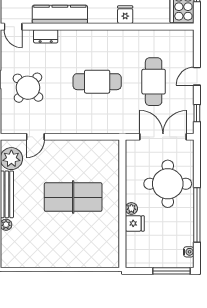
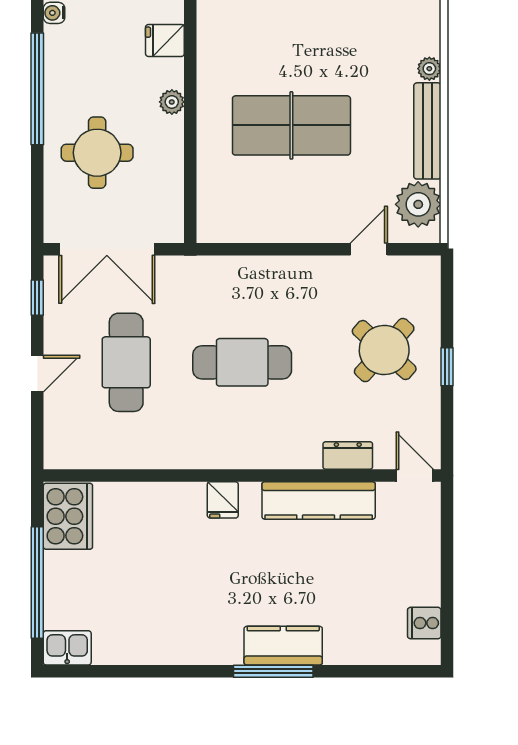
fridge: (125, 15) -> (223, 500), moved
round table: (168, 184) -> (97, 153), width x0.73, depth x0.73
fridge: (135, 223) -> (165, 41), moved

